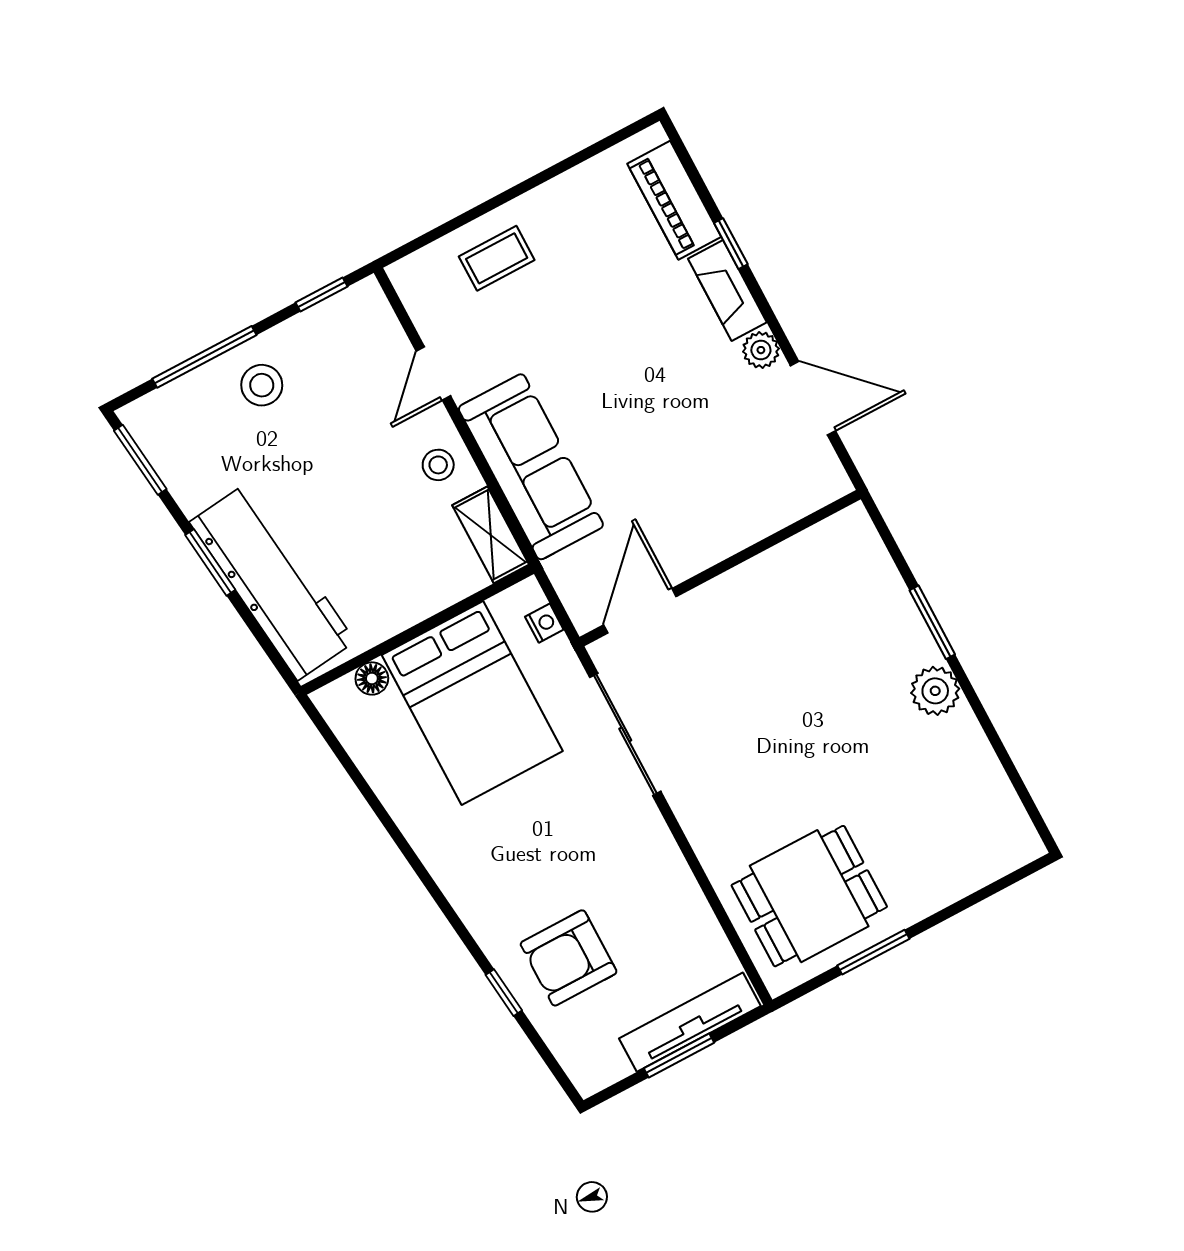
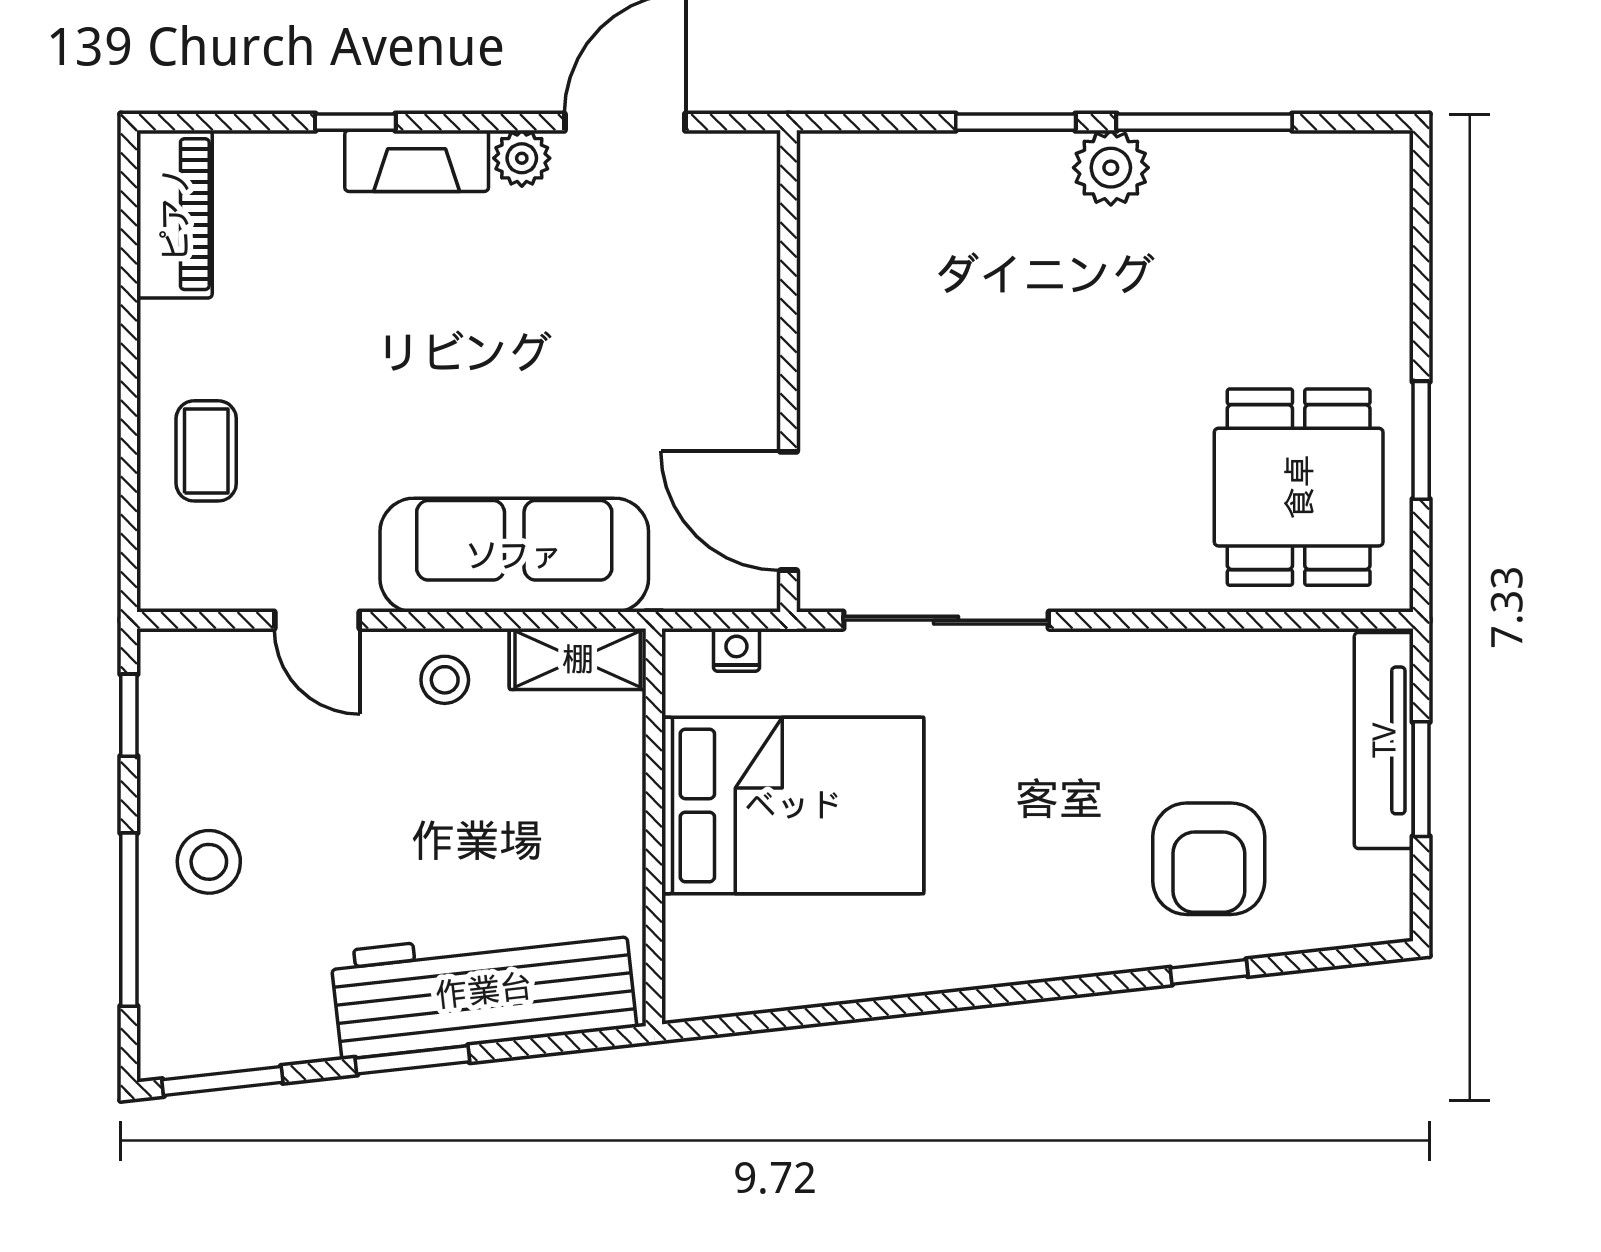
piano: (674, 200) -> (175, 214), moved, turned -90
floor lamp: (372, 678) -> (687, 924), removed
window: (990, 731) -> (1204, 122), added

